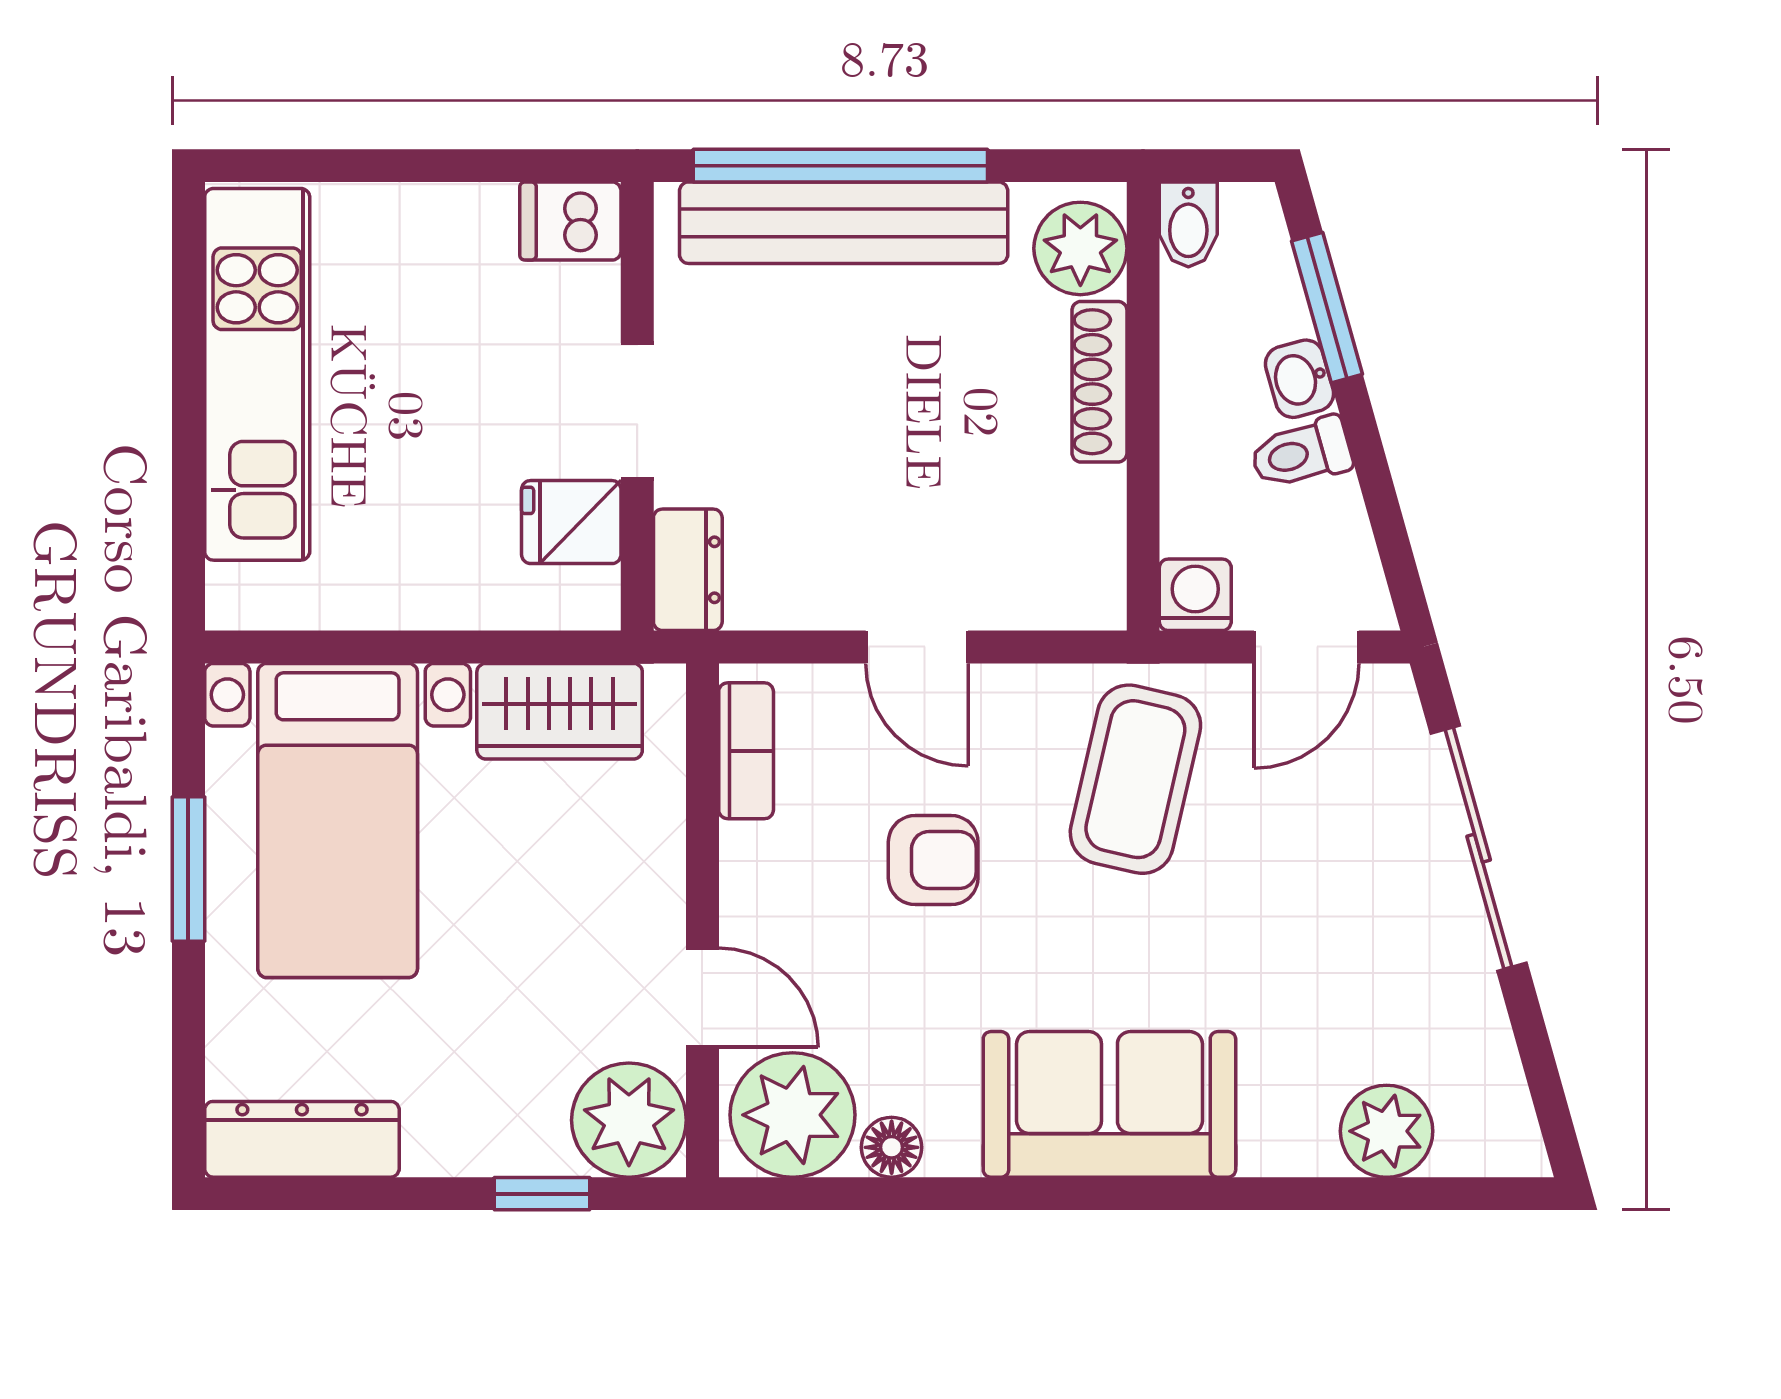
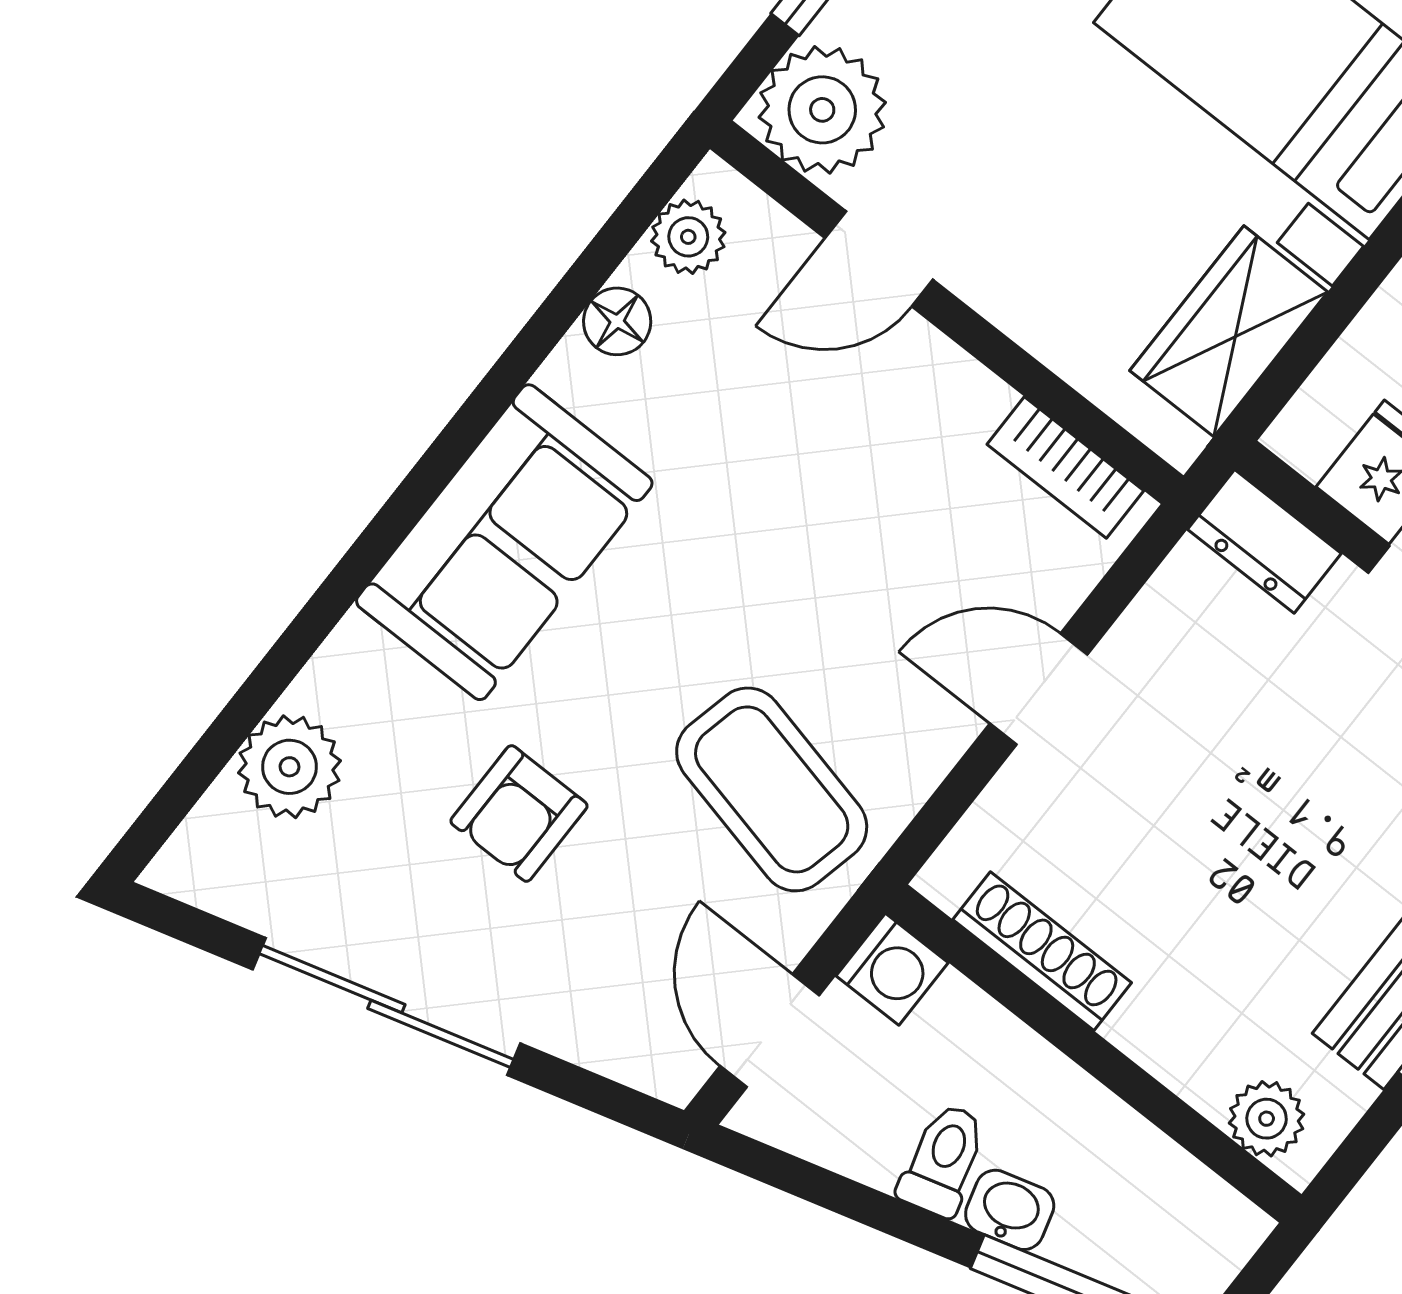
bidet: (1188, 224) -> (1222, 1219), removed
plant: (1080, 248) -> (1267, 1119), width x0.73, depth x0.73
shoe rack: (1099, 382) -> (1042, 951), moved
sliding door: (1479, 848) -> (386, 1006), moved
armchair: (933, 860) -> (519, 813), moved
plant: (793, 1115) -> (688, 237), width x0.53, depth x0.53

